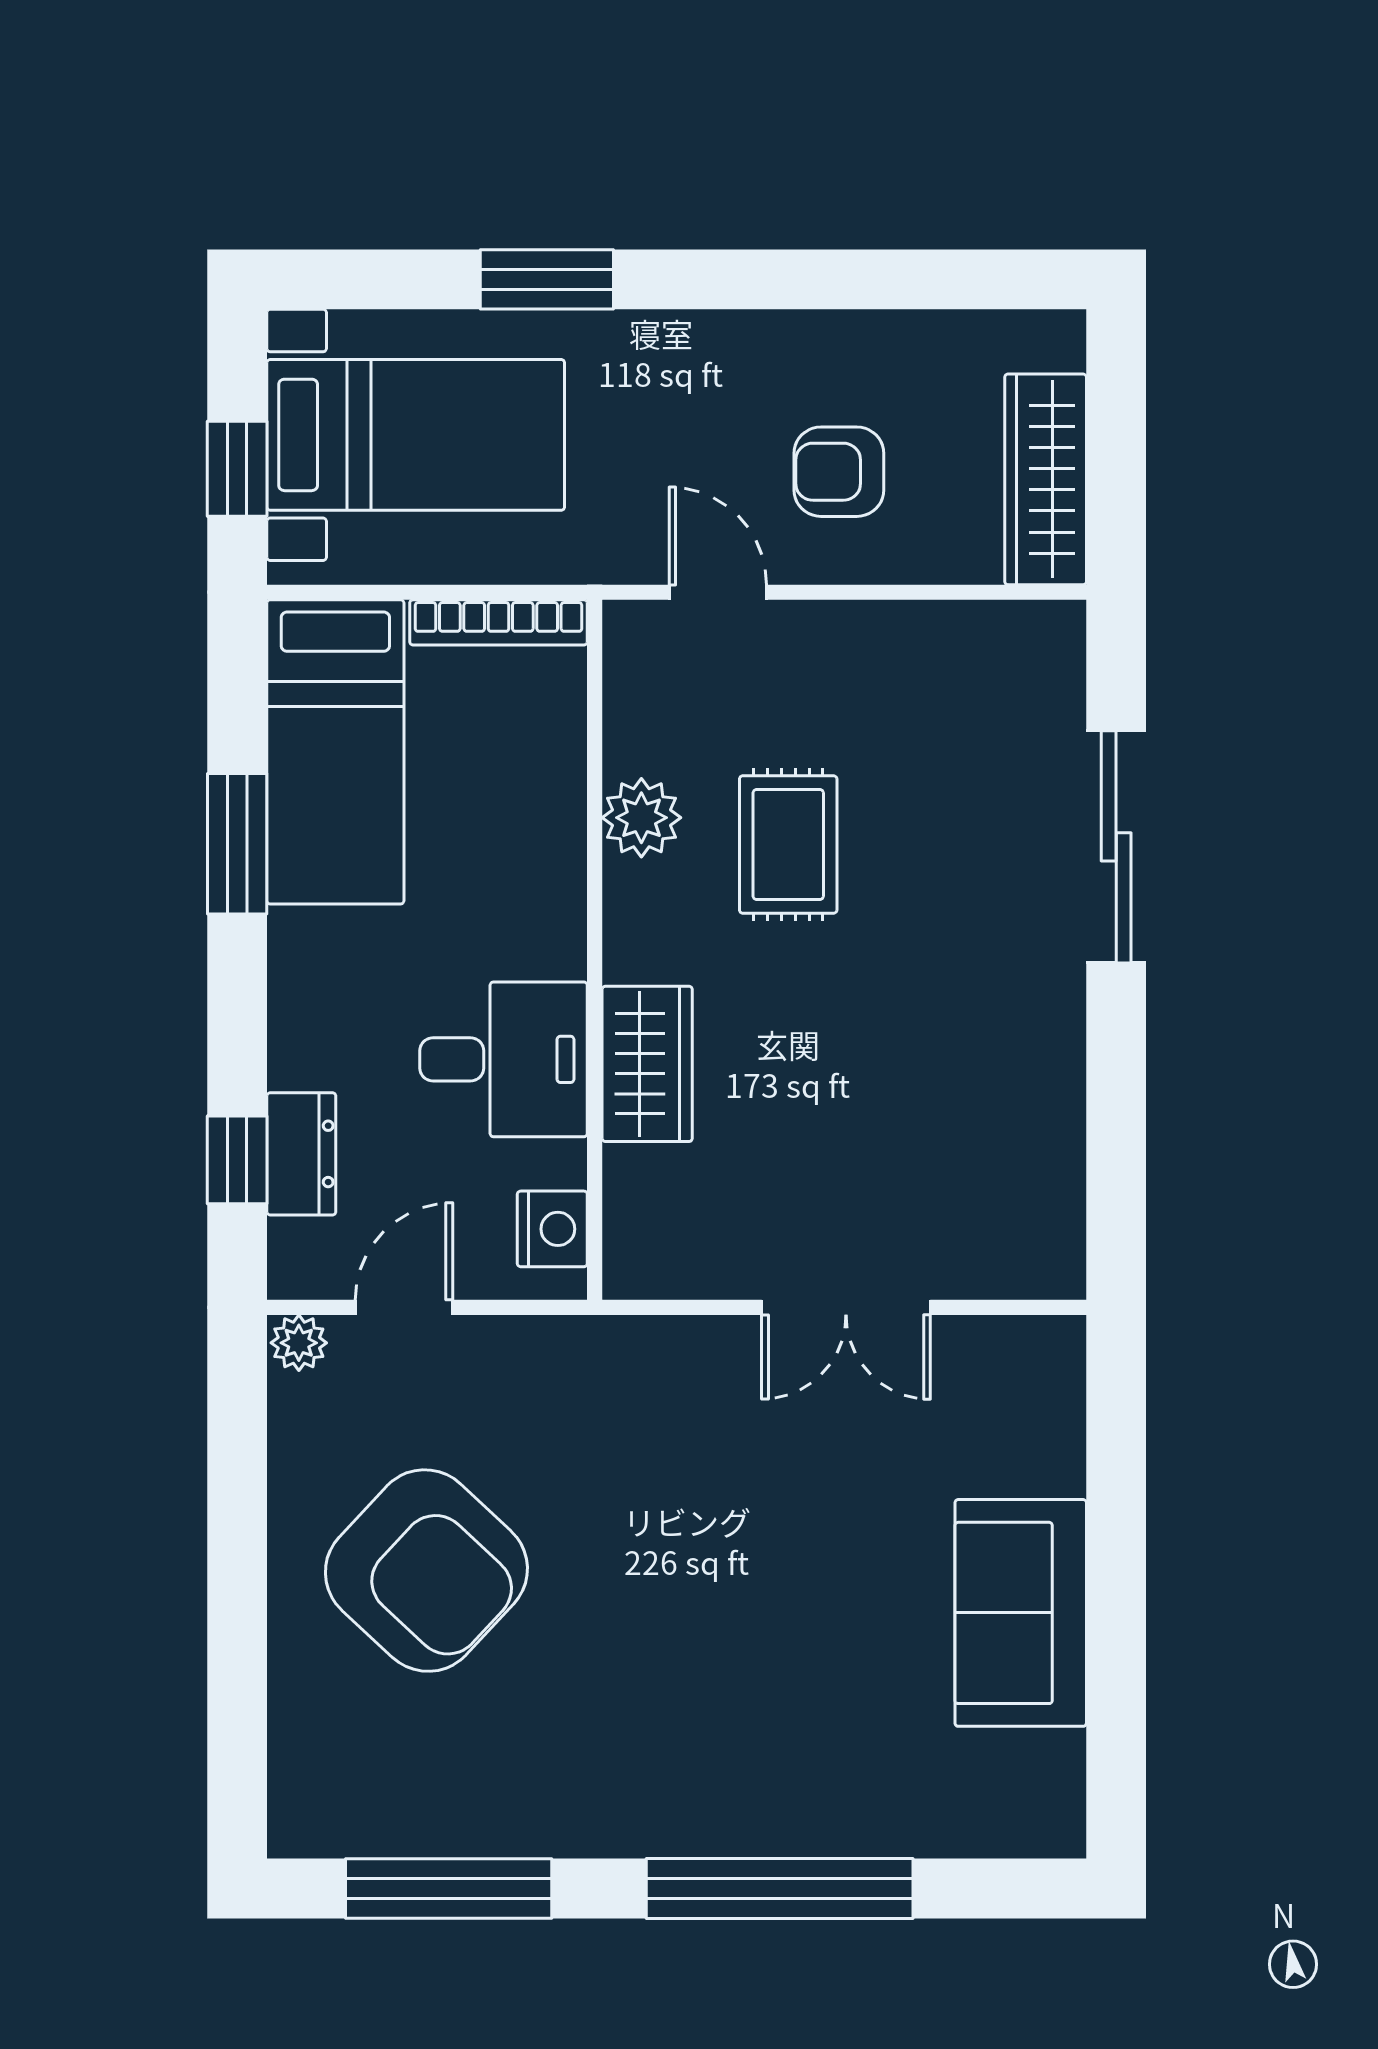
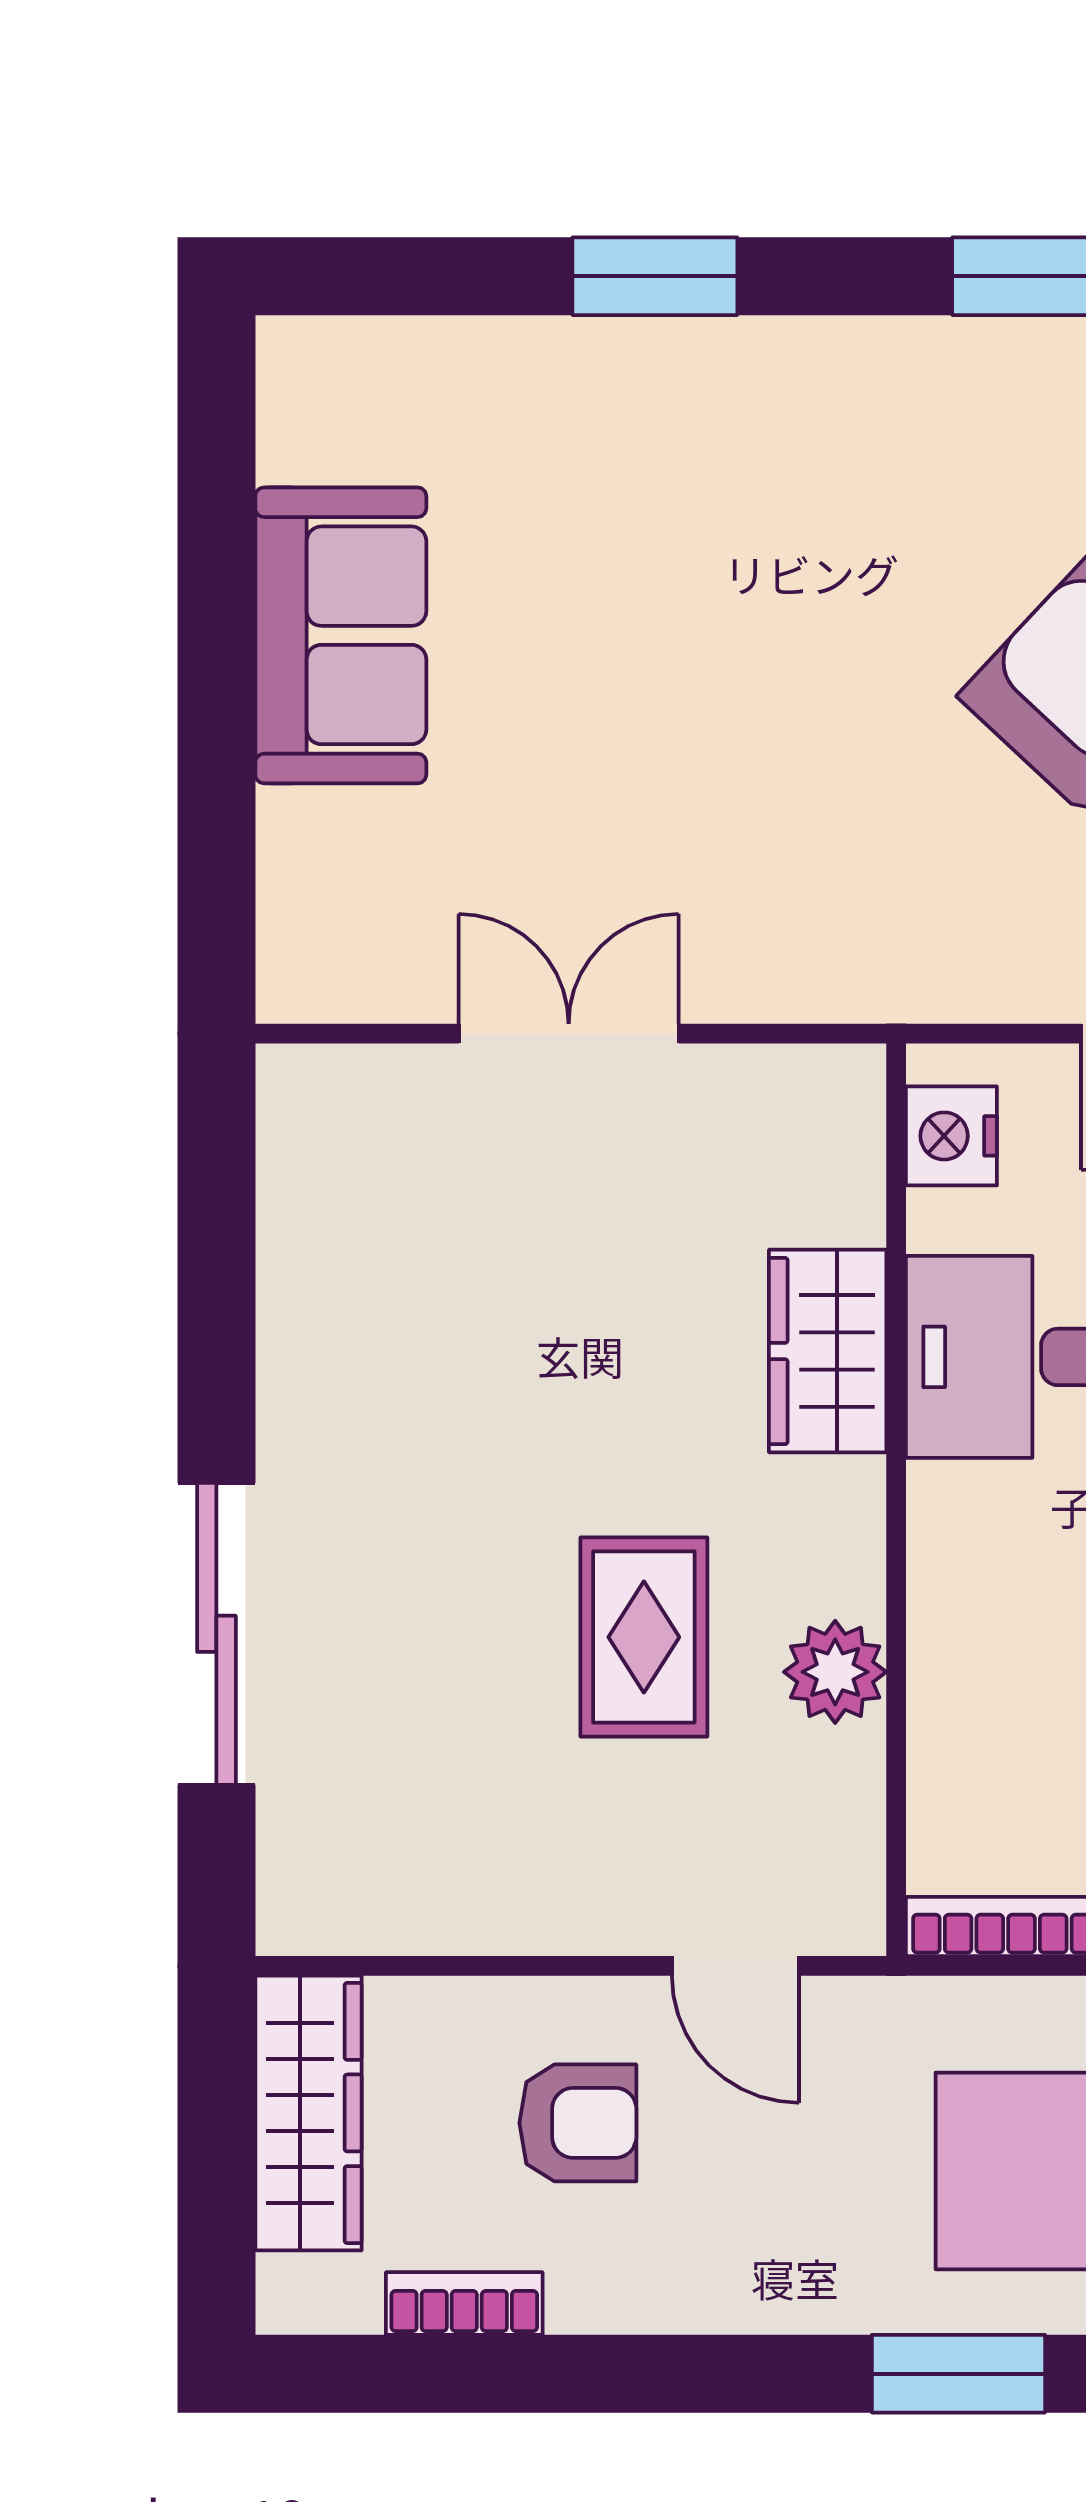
bookcase: (926, 333) -> (464, 2303), added
window: (780, 1888) -> (655, 276), width x0.47

